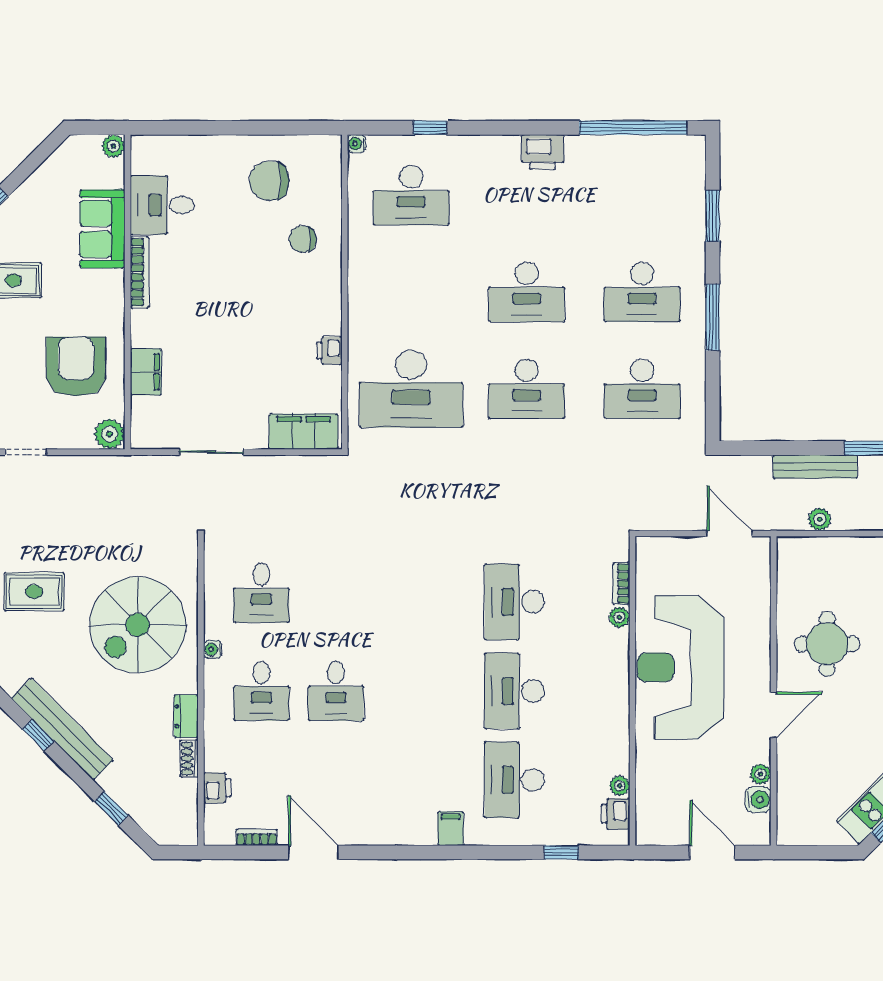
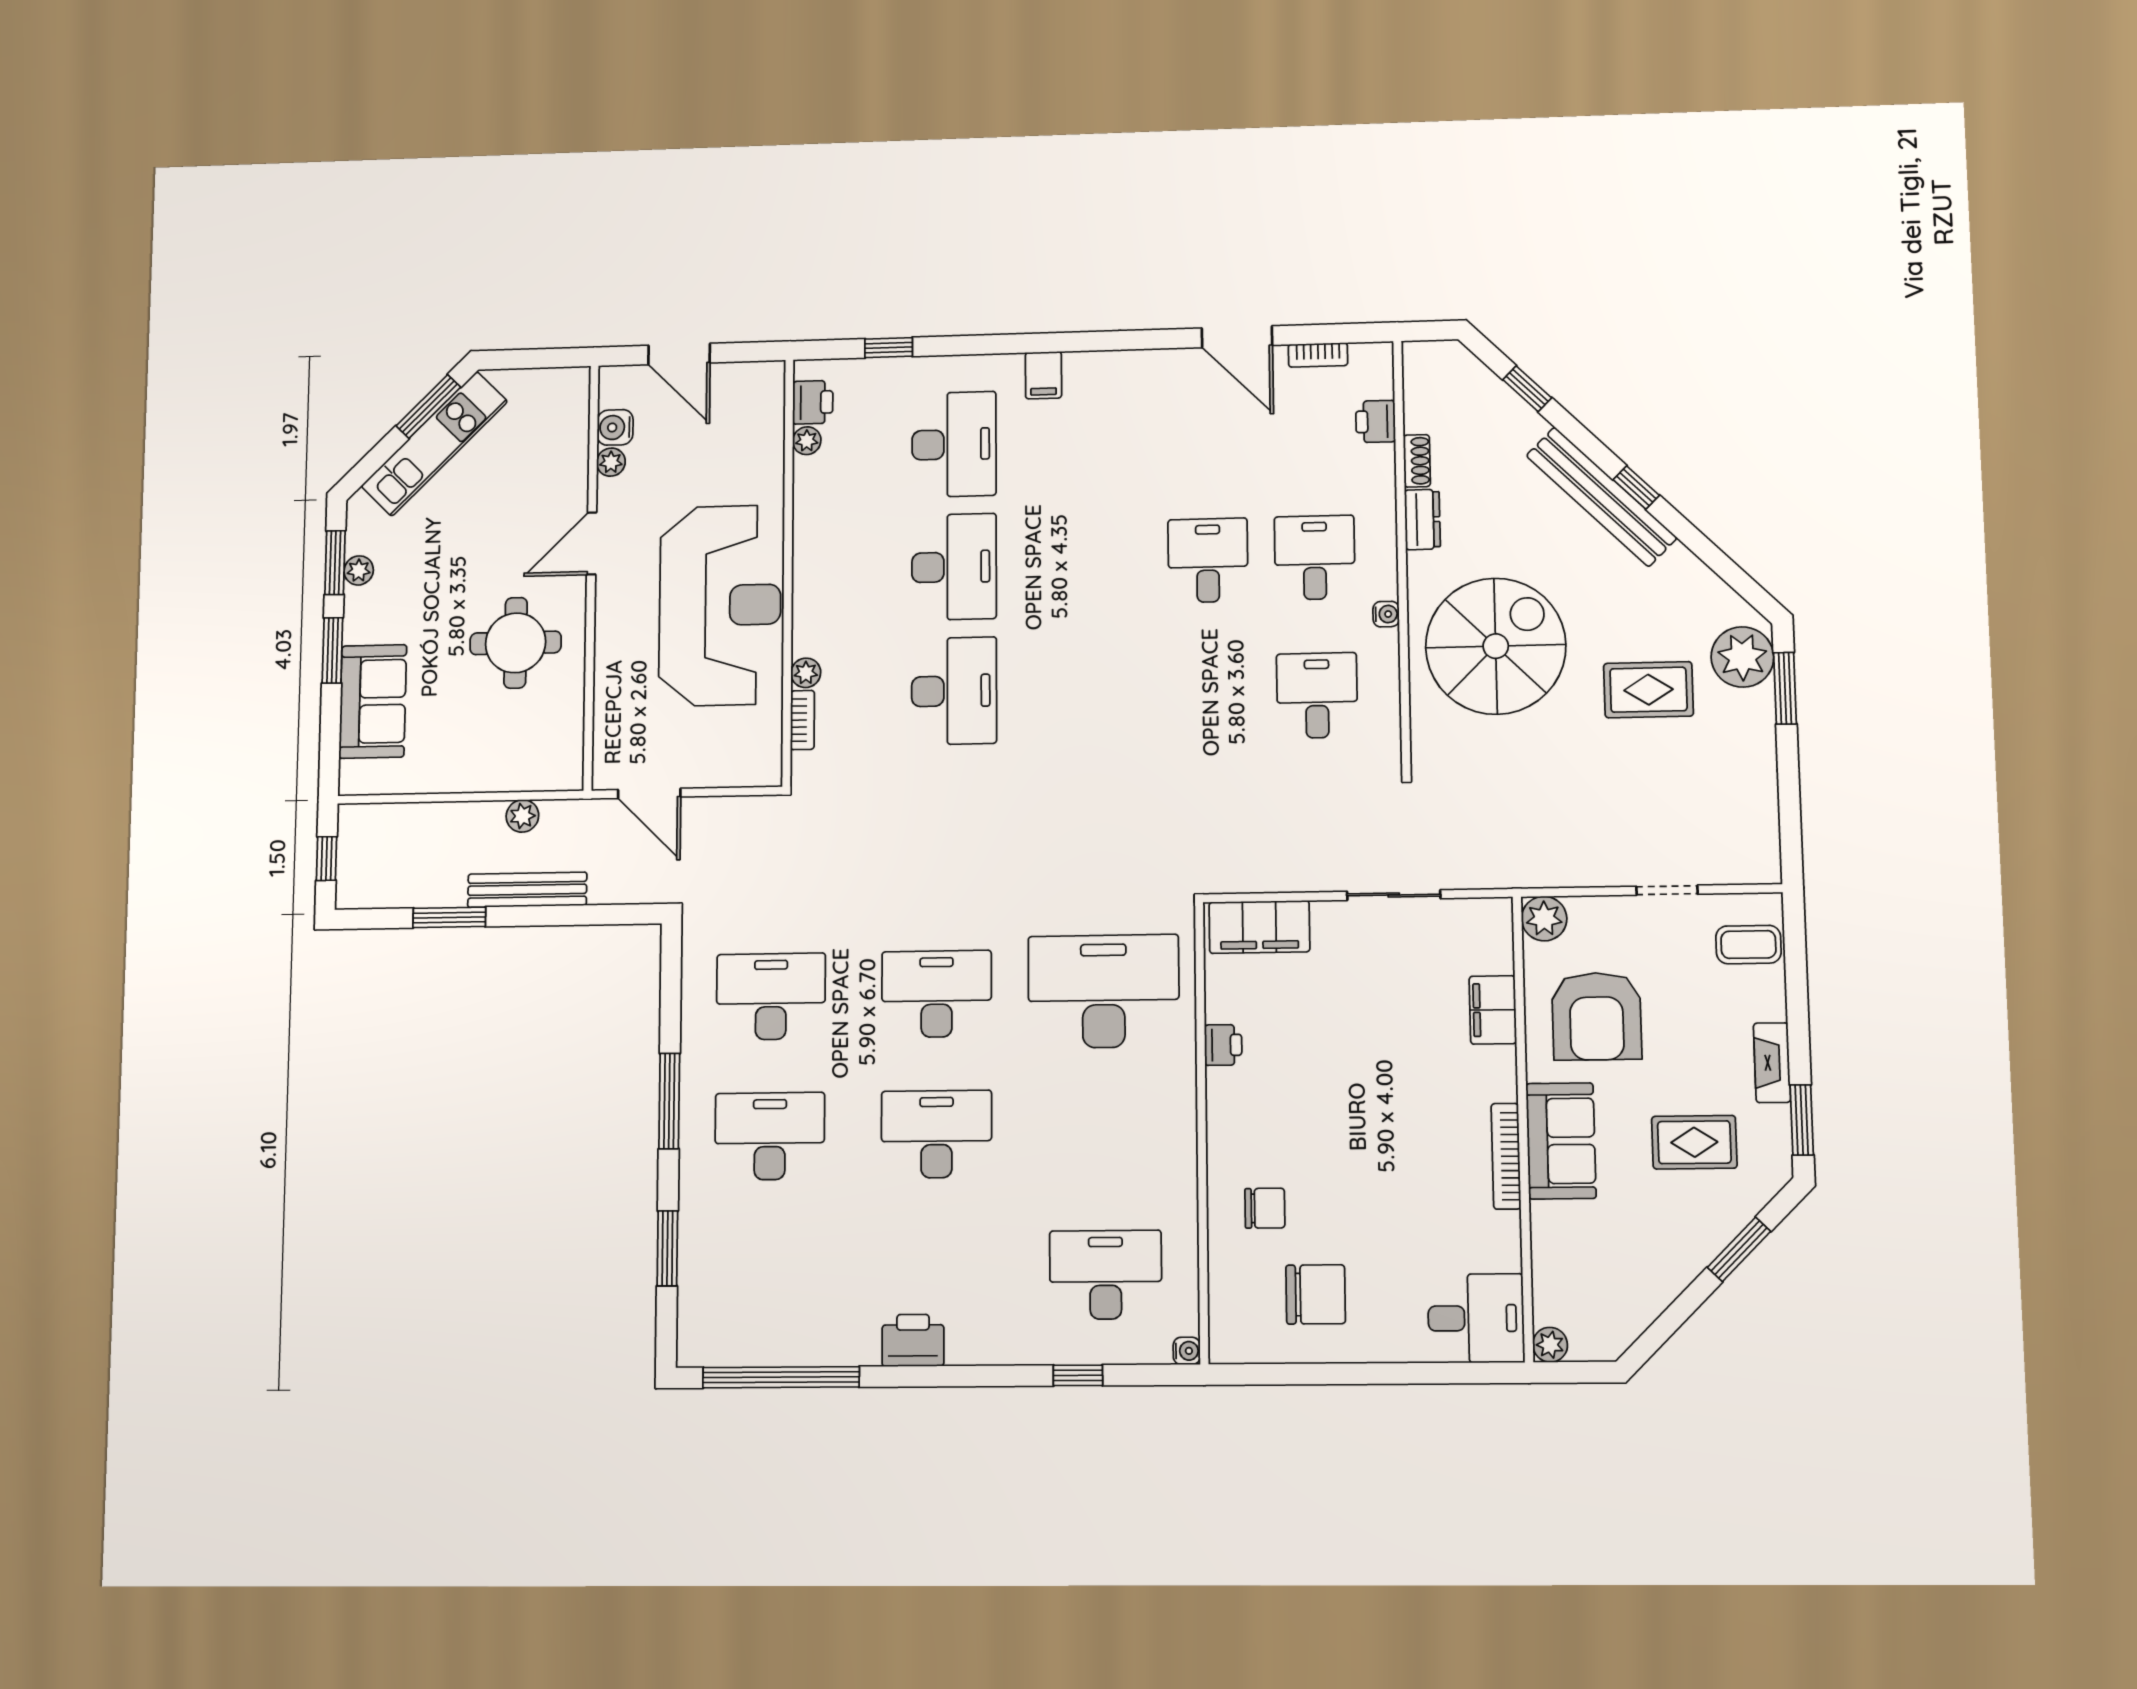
desk: (162, 205) -> (1476, 1318), moved
sofa: (102, 229) -> (1561, 1141), moved

